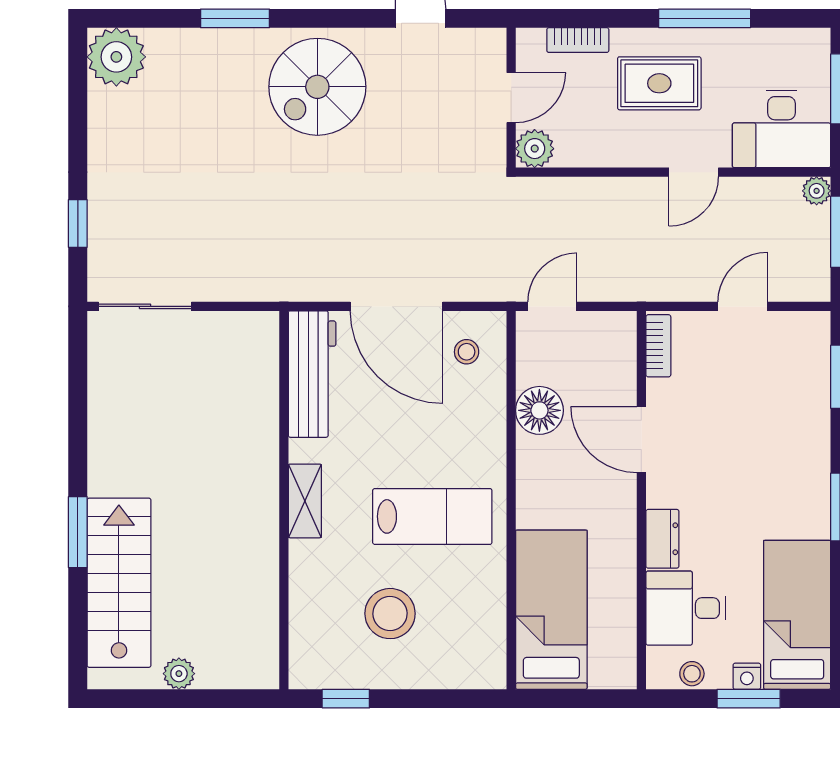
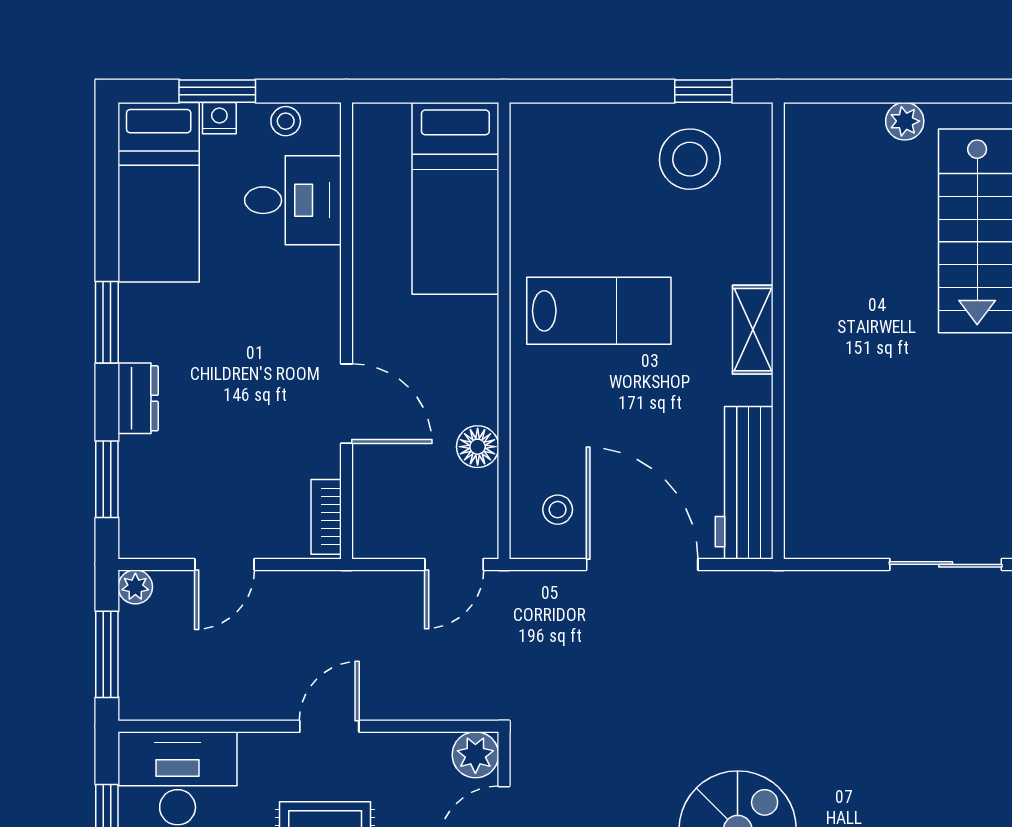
door: (694, 172) -> (329, 726), moved
plant: (817, 191) -> (135, 587), moved
floor lamp: (539, 410) -> (478, 447), width x0.73, depth x0.73
lab bench: (432, 516) -> (599, 311), turned 180
dresser: (662, 539) -> (138, 398), moved, turned 180
stool: (390, 614) -> (690, 159), moved

